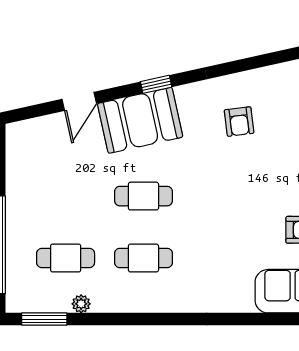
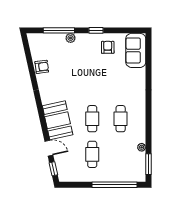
window: (156, 84) -> (53, 169), moved
armchair: (239, 122) -> (42, 67), moved
cafe table: (66, 258) -> (92, 154), moved

